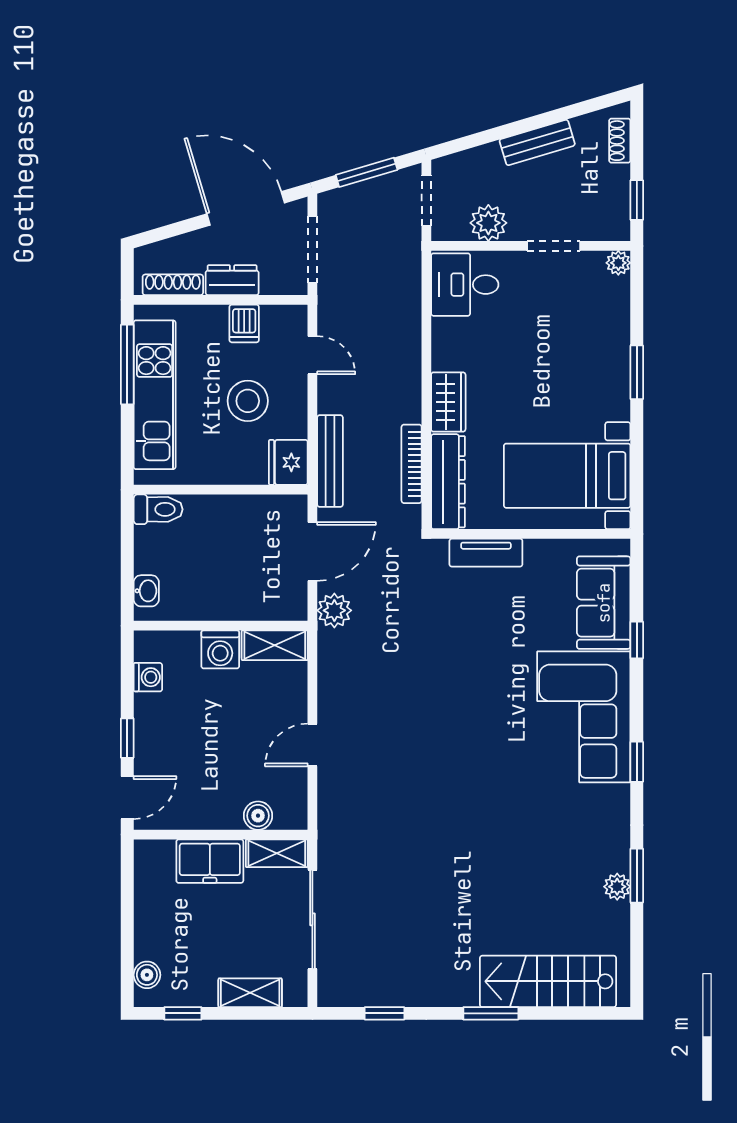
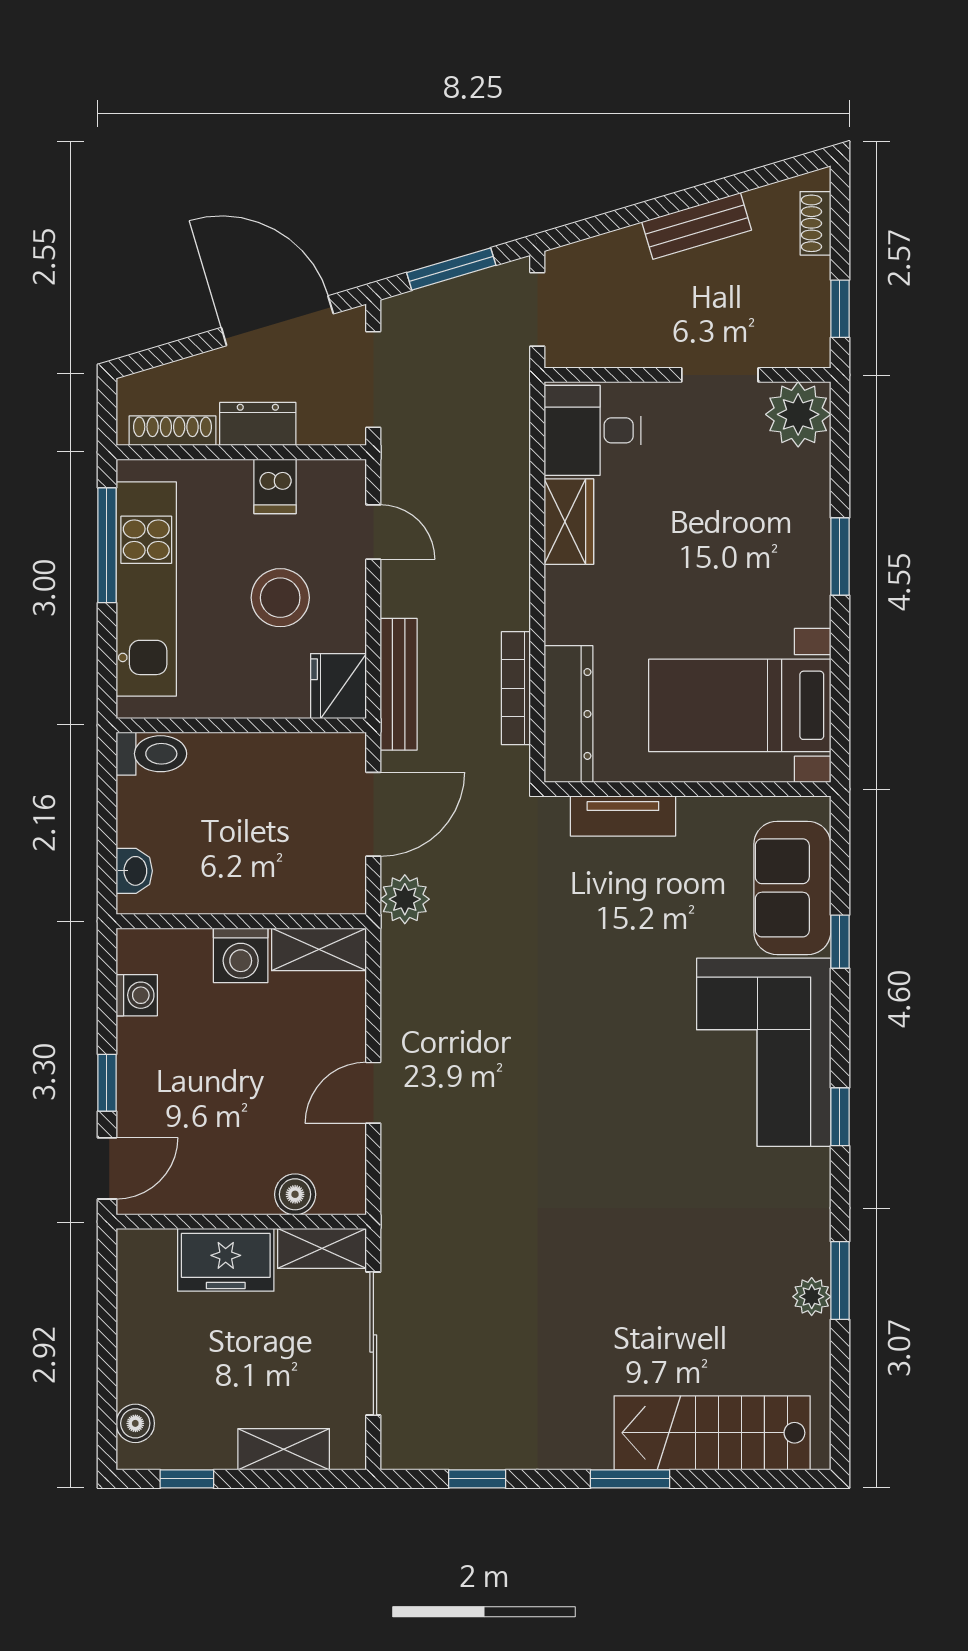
plant: (488, 223) -> (626, 342), removed
plant: (618, 263) -> (798, 414), width x1.87, depth x1.87
wardrobe: (448, 402) -> (569, 522), moved

